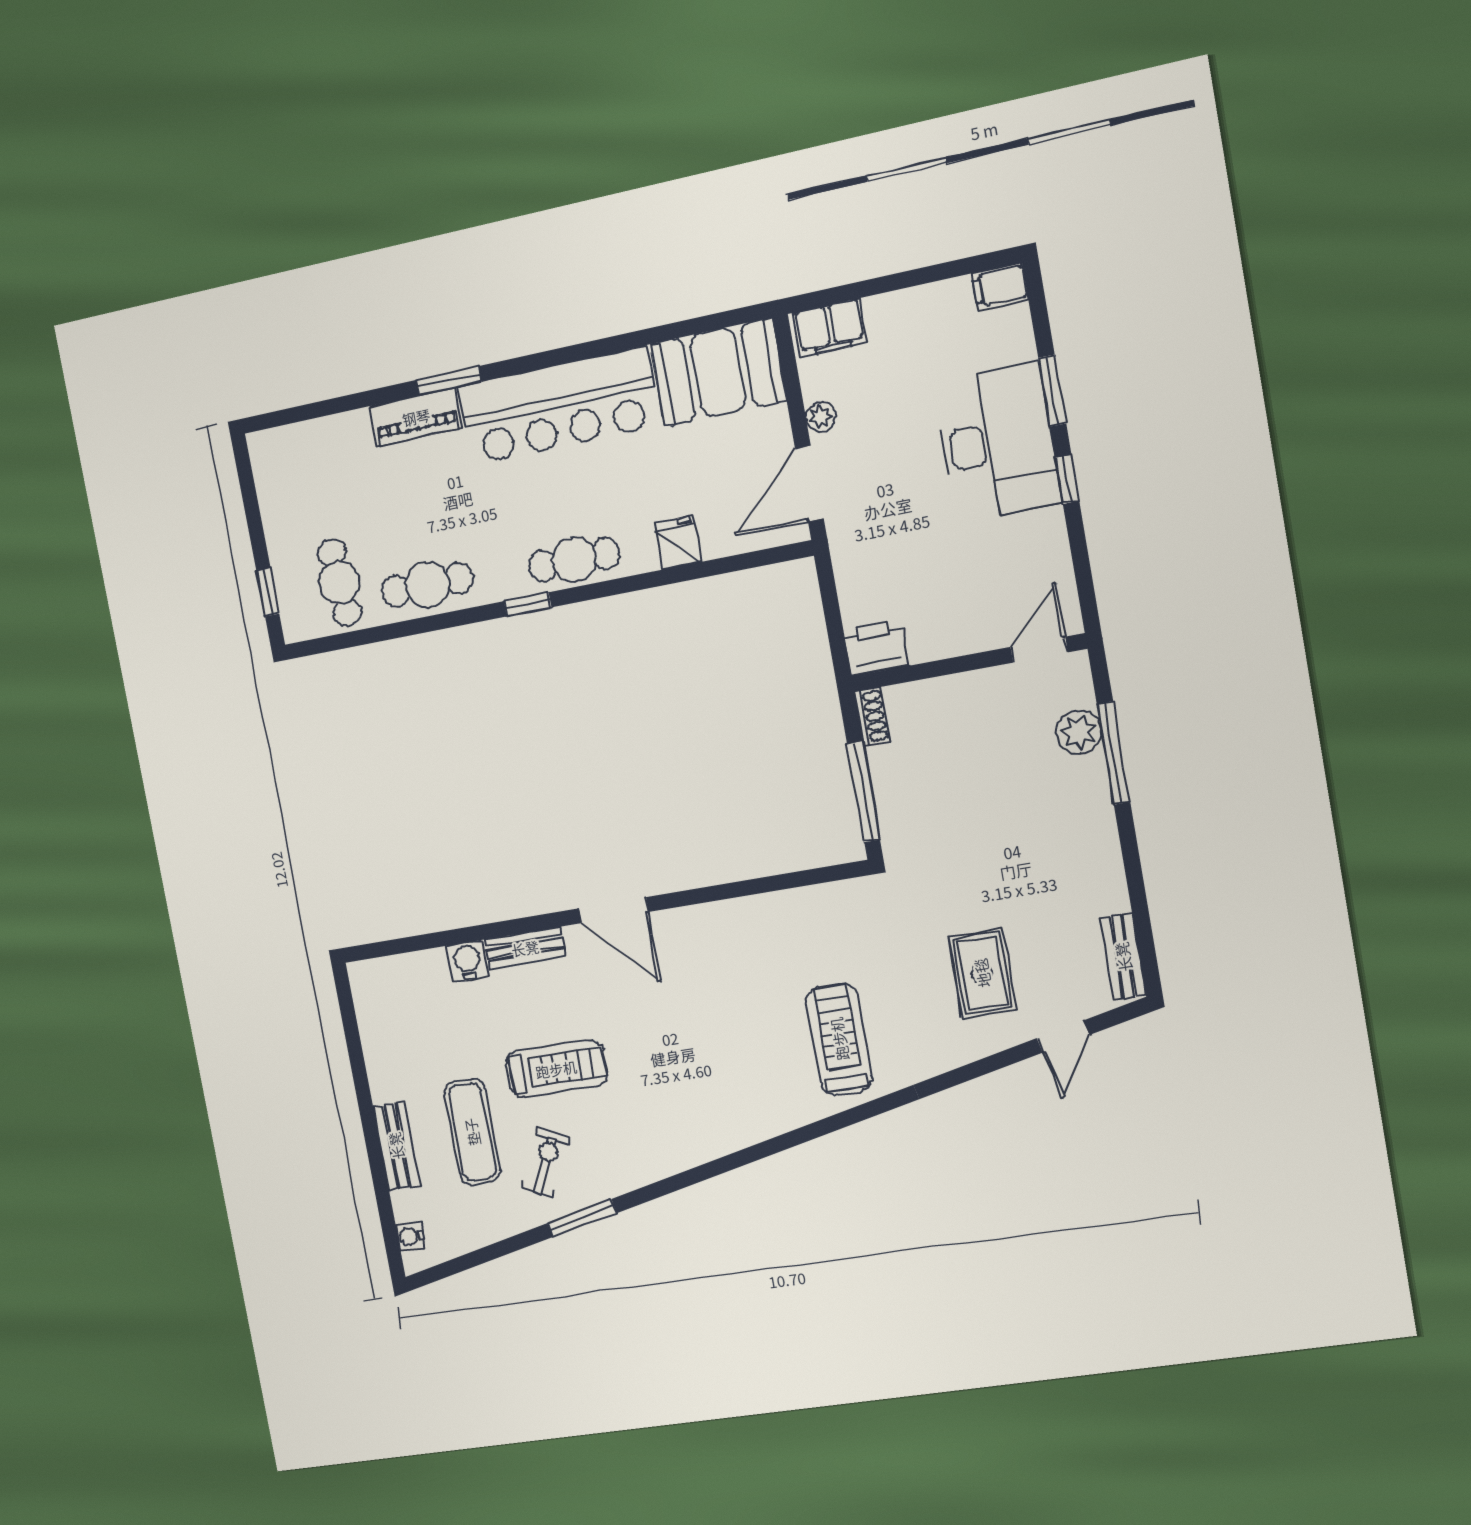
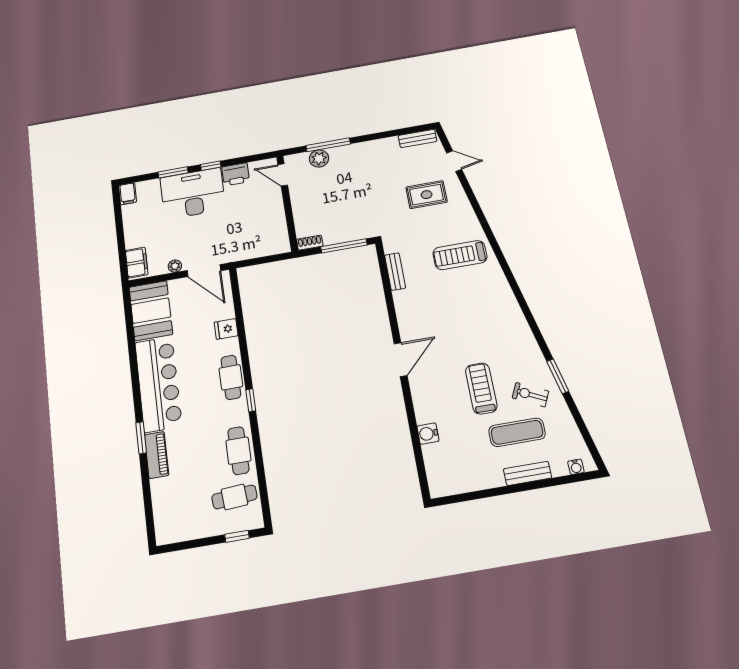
printer: (876, 647) -> (236, 174), moved, turned -90
bench: (525, 948) -> (395, 272), moved

